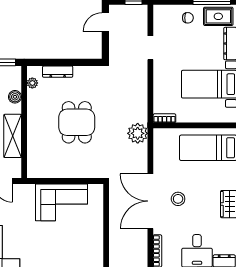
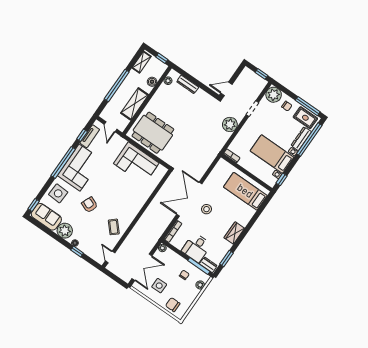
plant: (164, 15) -> (274, 95), added
door: (105, 22) -> (226, 89), moved
dining table: (77, 122) -> (153, 133), moved, width x1.38
plant: (138, 133) -> (230, 124), moved

